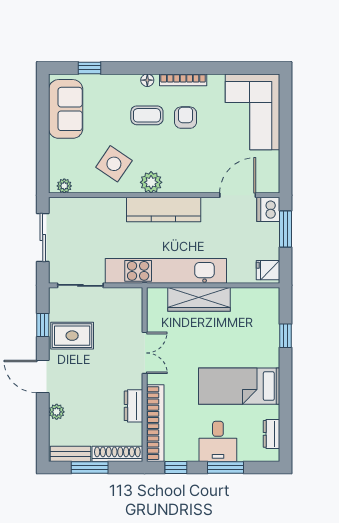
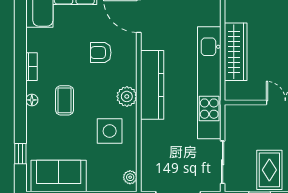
bookcase: (183, 80) -> (32, 67), width x0.64
armchair: (186, 118) -> (101, 53), moved
side table: (114, 164) -> (110, 131), turned -34

